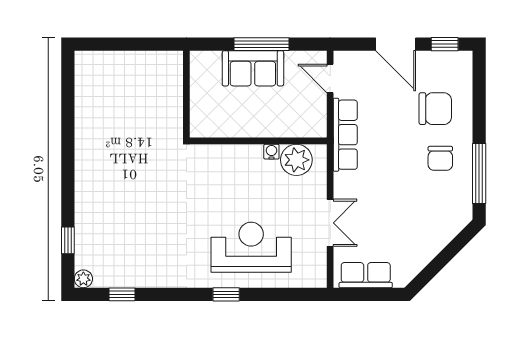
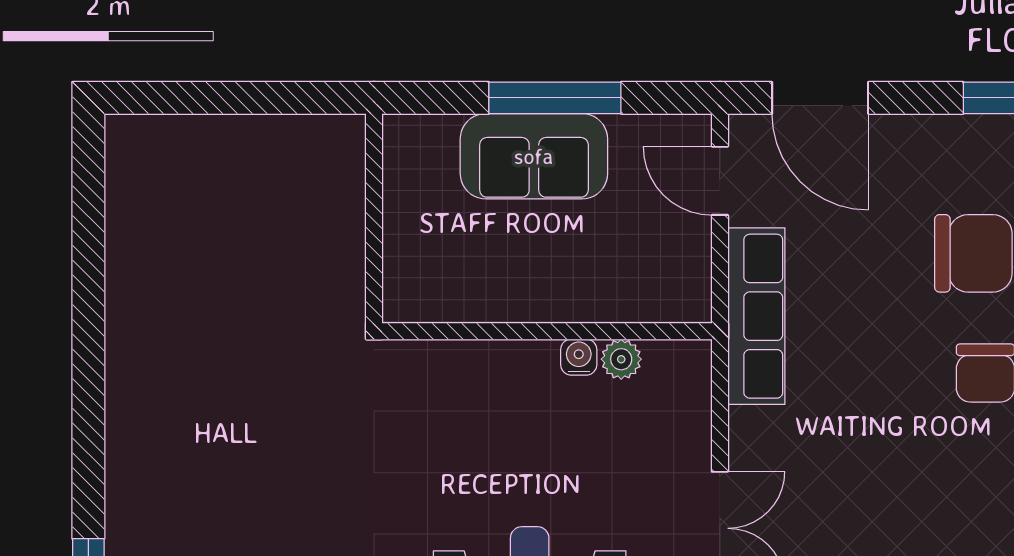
door: (396, 44) -> (820, 98), moved
plant: (296, 160) -> (621, 359), width x0.53, depth x0.53

